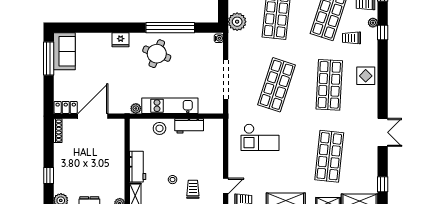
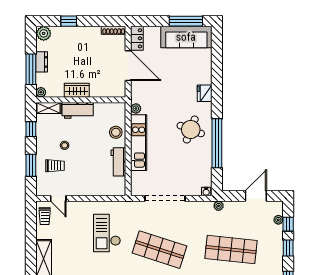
plant: (237, 22) -> (219, 206), width x0.53, depth x0.53
sofa: (64, 51) -> (186, 37), width x1.36
wardrobe: (117, 167) -> (77, 90), added

